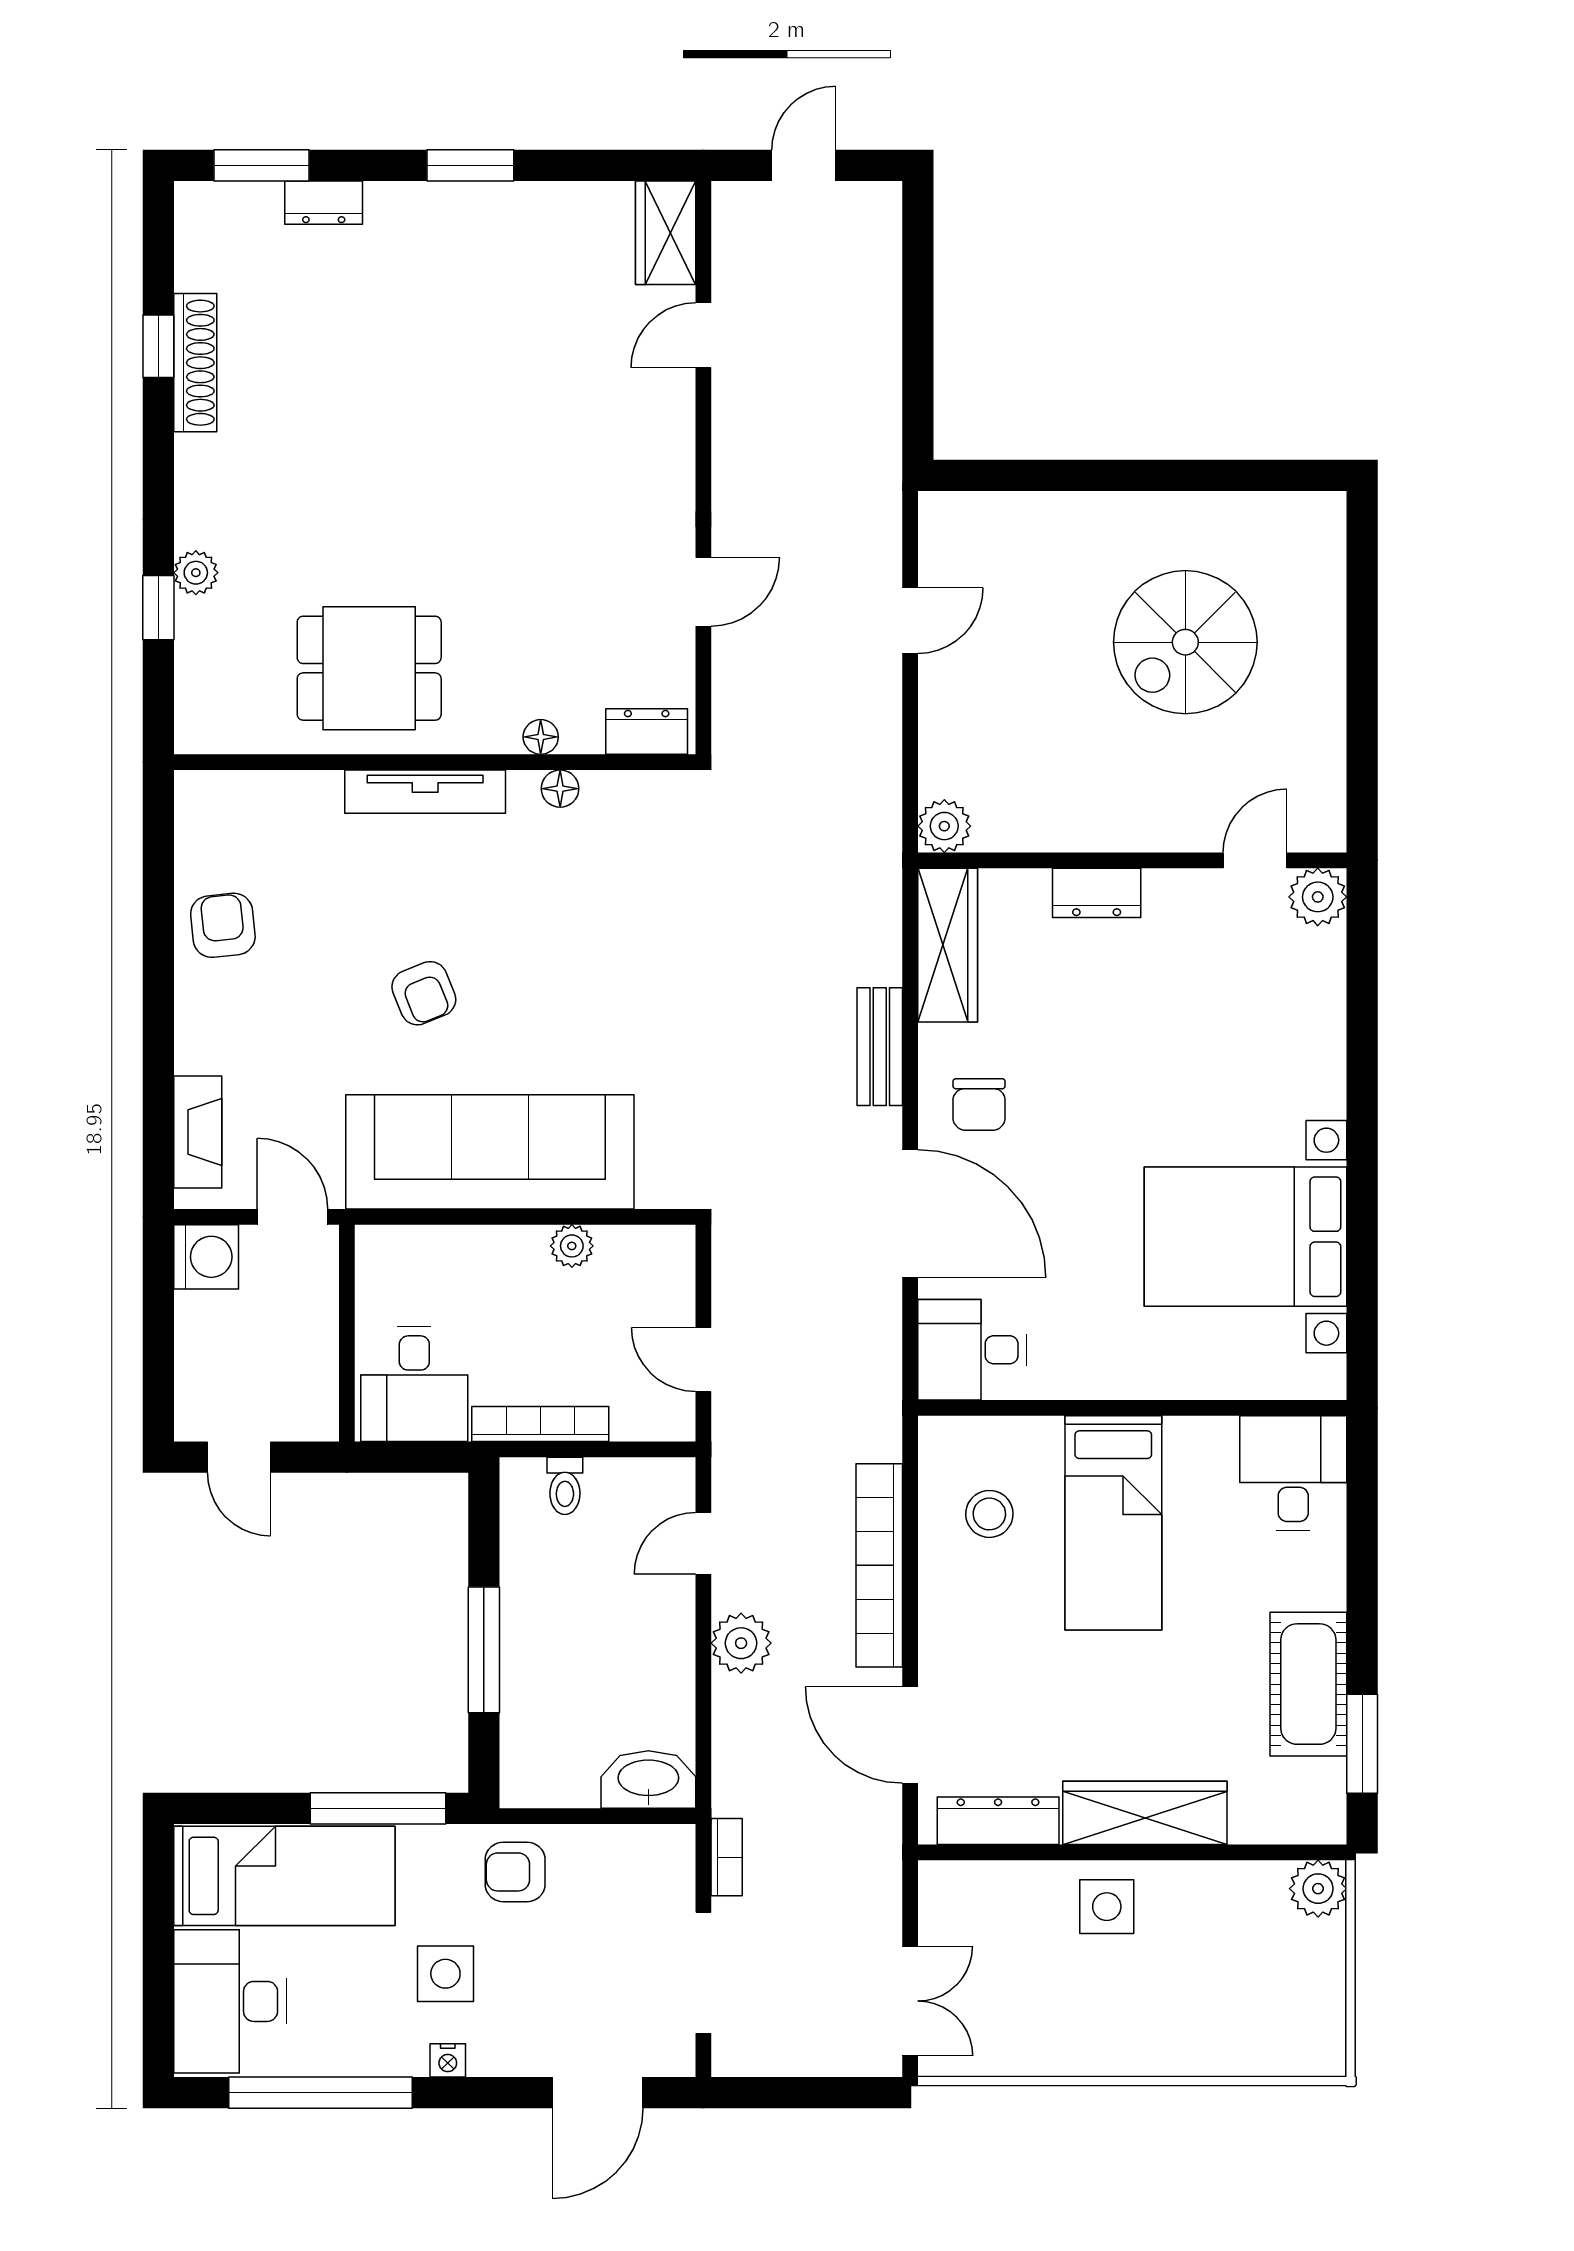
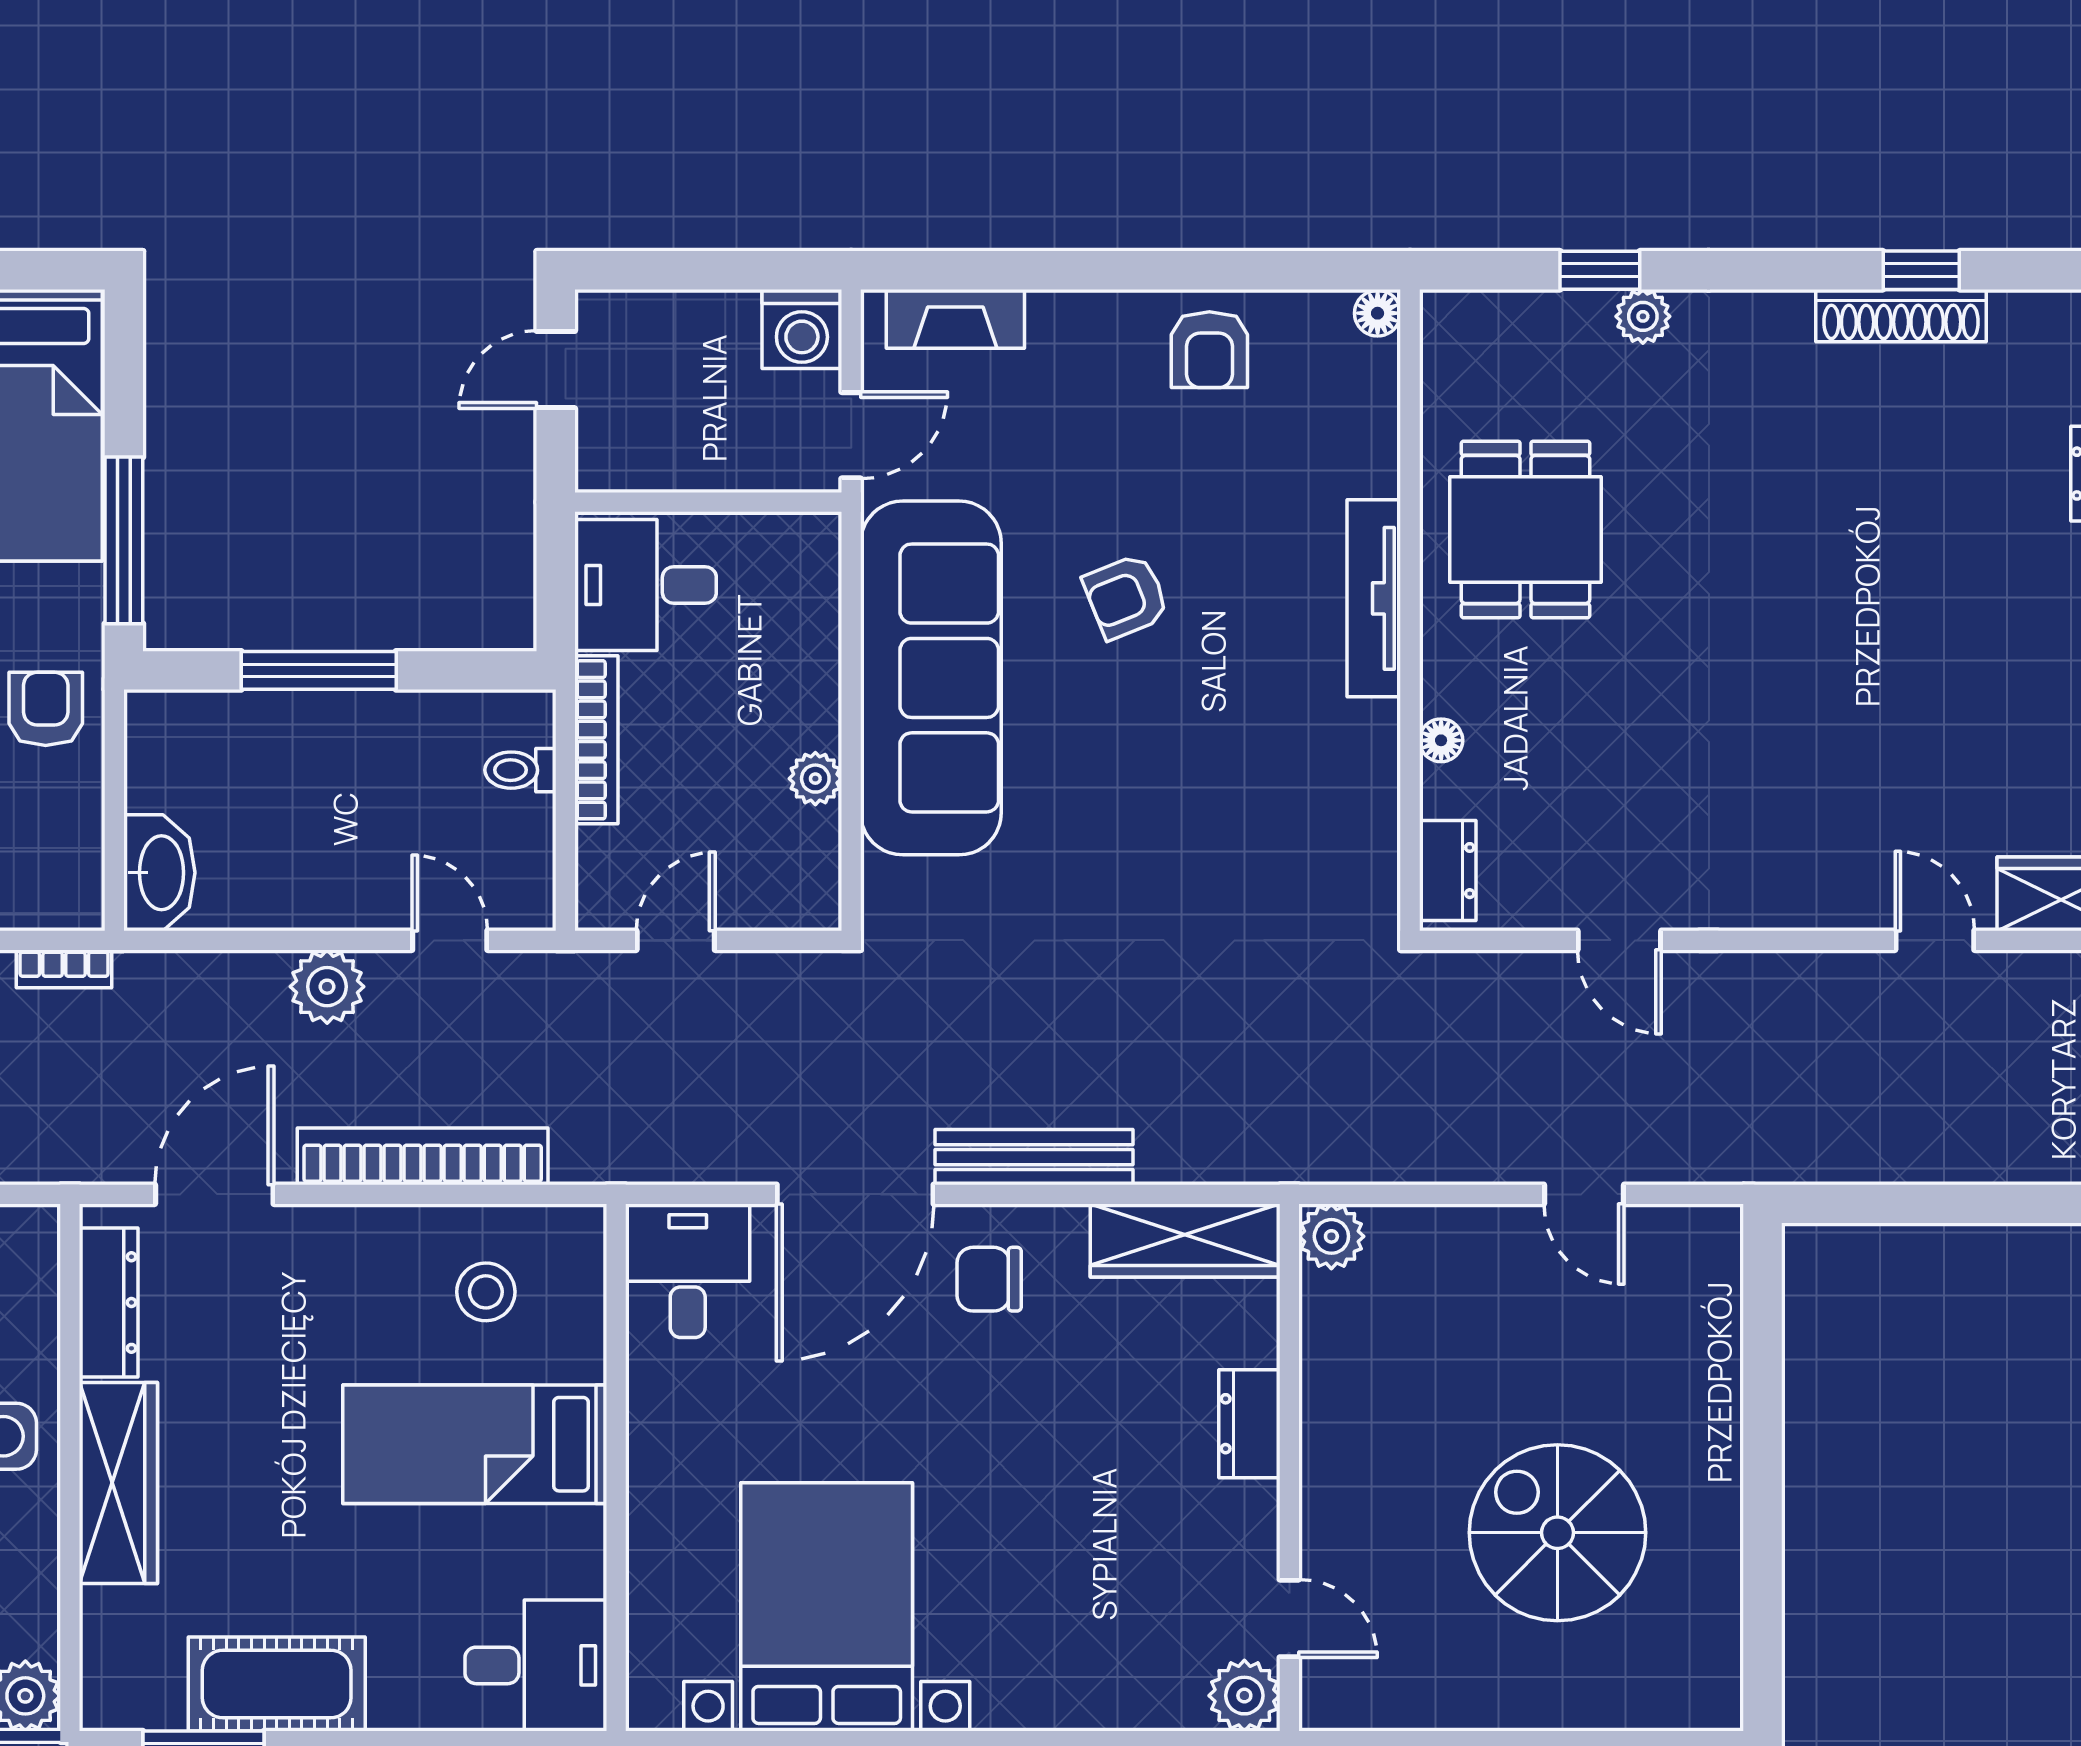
floor lamp: (560, 789) -> (1378, 313), moved
armchair: (223, 925) -> (1209, 350), turned 96
bench: (880, 1047) -> (1034, 1157), width x1.36

